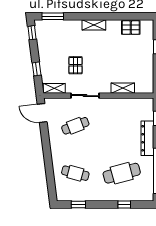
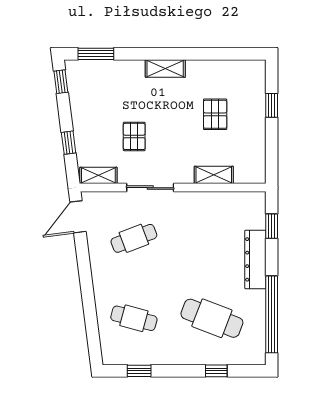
pallet: (131, 28) -> (215, 114), moved, turned 90
door: (42, 113) -> (78, 217), hinge flipped
cafe table: (122, 173) -> (212, 318), turned 36

